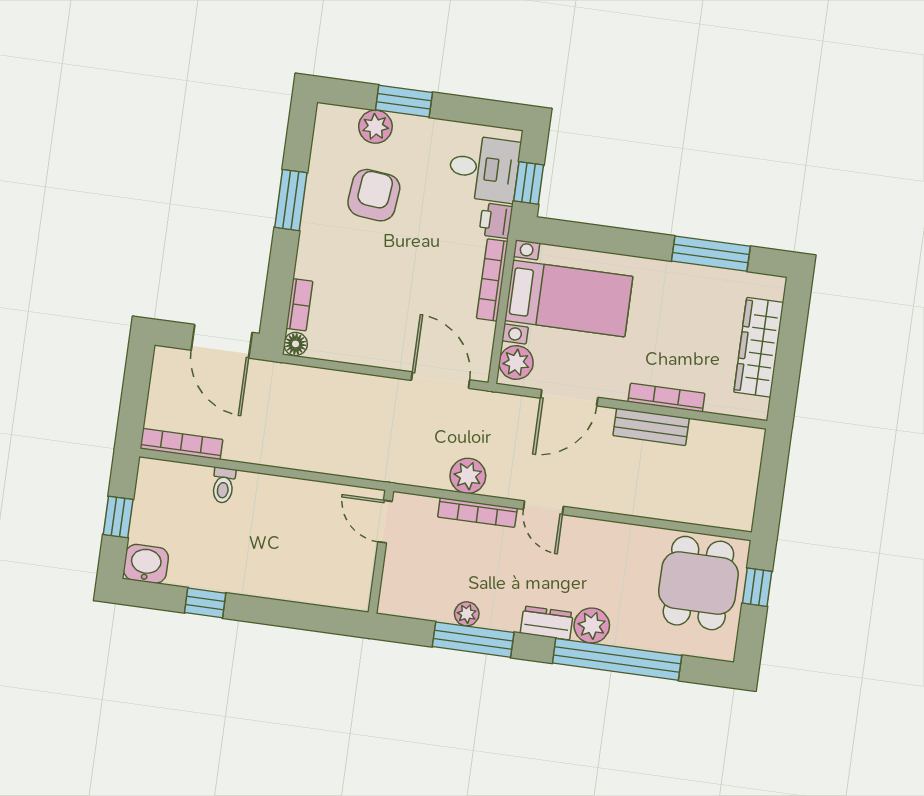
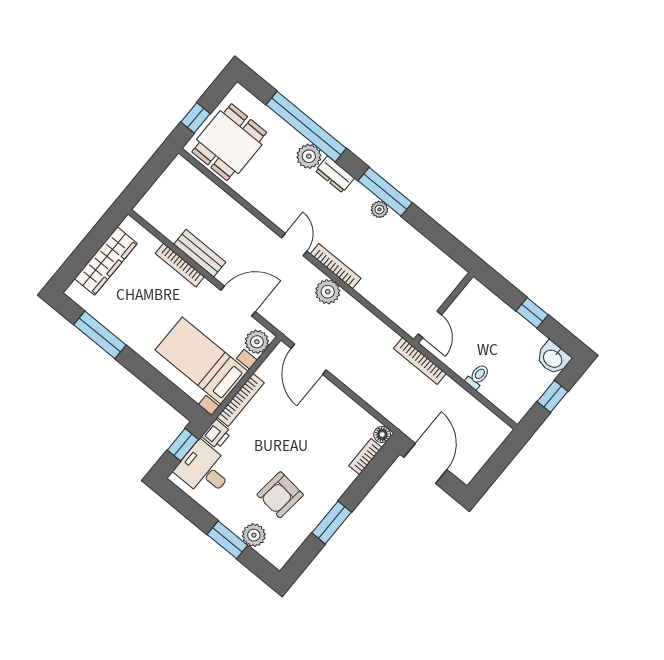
bookcase: (181, 444) -> (420, 361), moved
door: (385, 522) -> (430, 324), moved
wall: (381, 552) -> (444, 308), moved

